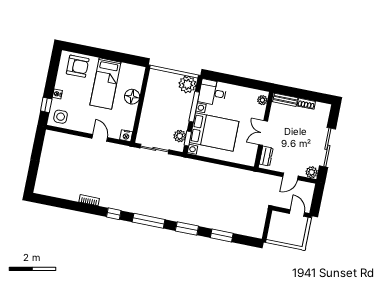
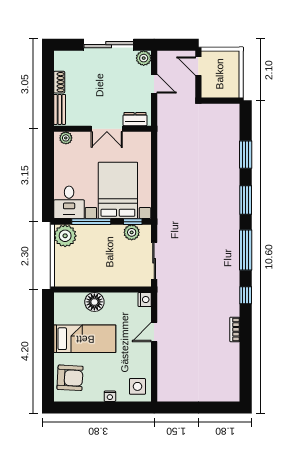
armchair: (78, 66) -> (70, 378), turned 93
window: (46, 105) -> (126, 407), removed
door: (297, 213) -> (198, 66), hinge flipped

